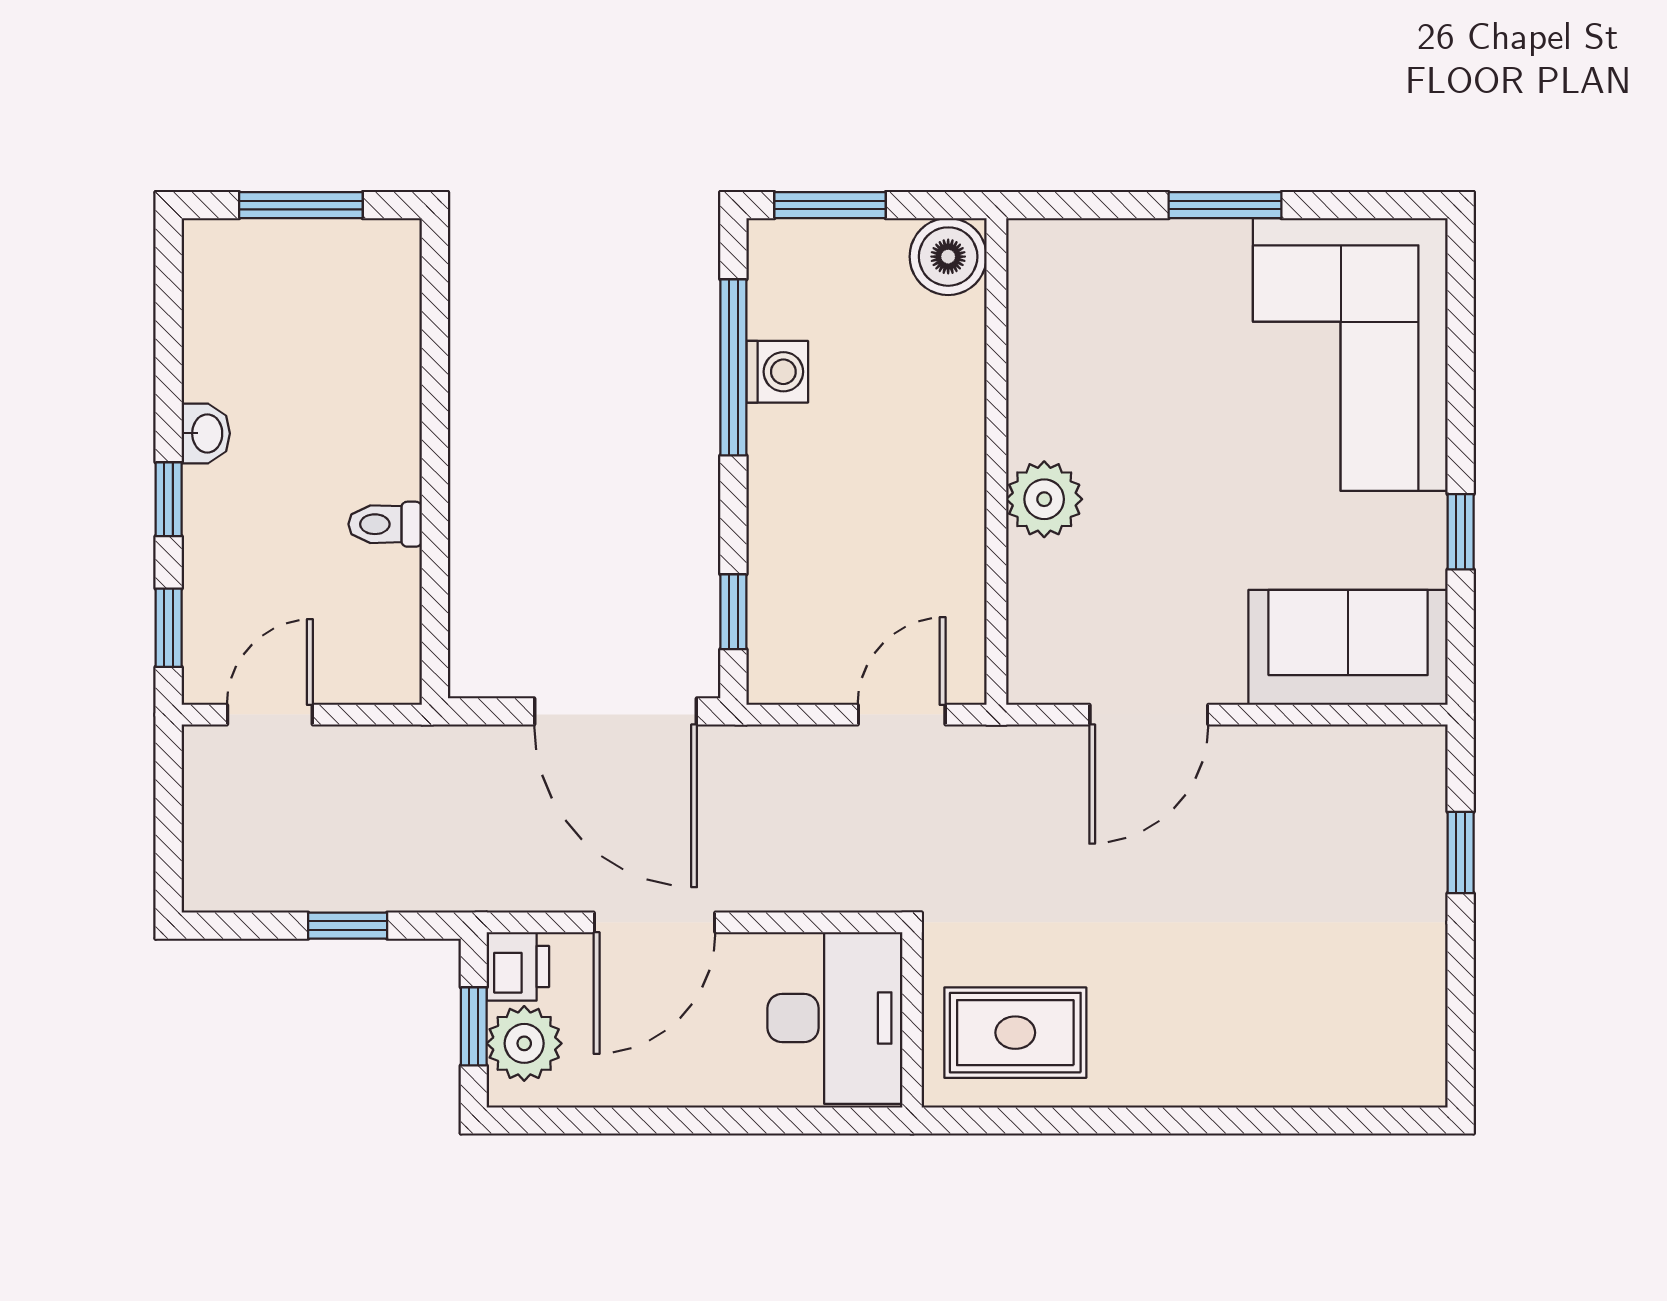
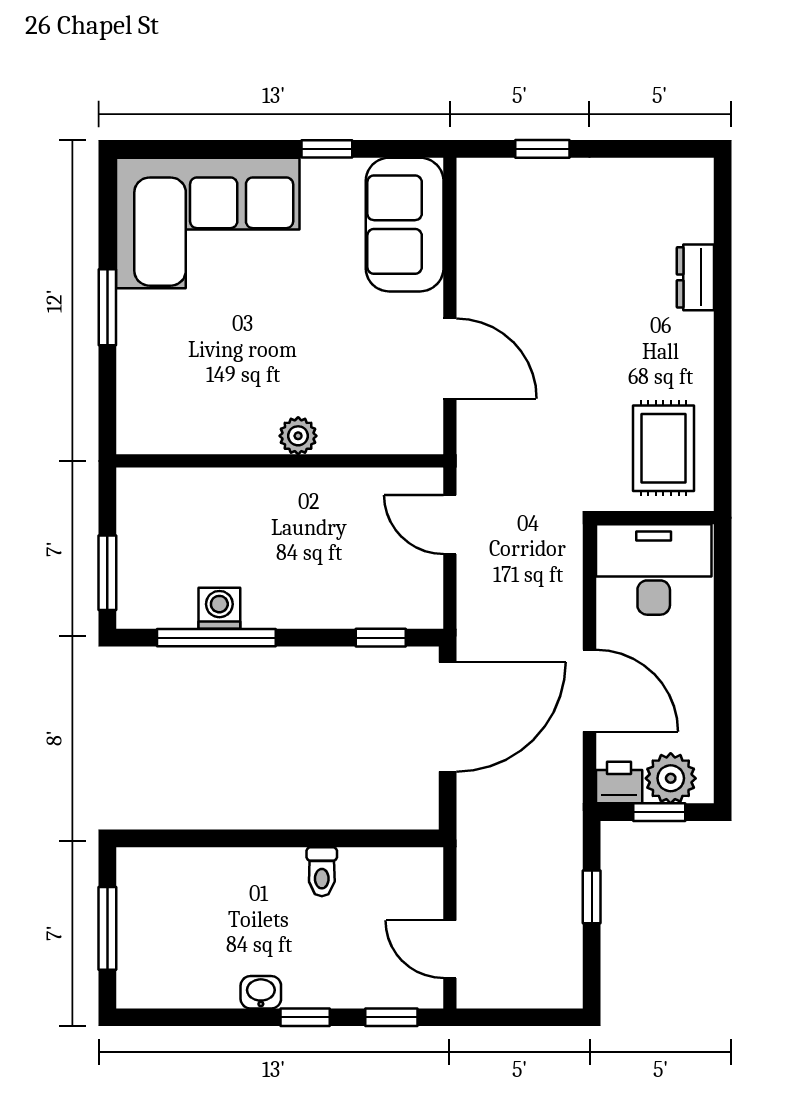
boiler: (948, 257) -> (142, 493), removed
plant: (1044, 499) -> (298, 436), width x0.73, depth x0.73
dresser: (1270, 1080) -> (695, 277), added

